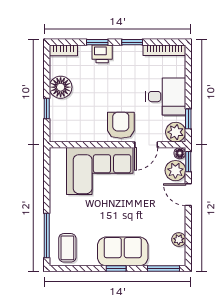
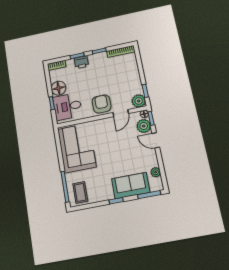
desk: (165, 97) -> (67, 107), moved, turned 180
corner sofa: (100, 171) -> (77, 148), moved, turned -90
sofa: (123, 251) -> (131, 186), moved

